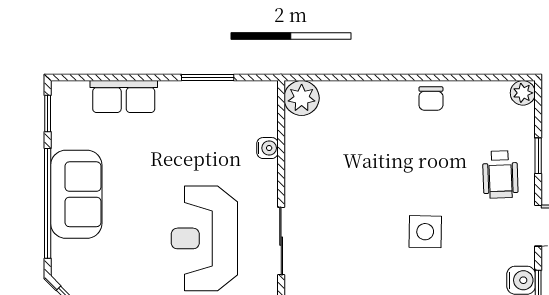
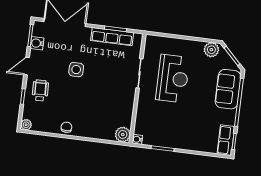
row of seats: (124, 97) -> (226, 140), moved, turned -90
water cooler: (267, 148) -> (137, 139), moved
sofa: (76, 194) -> (228, 89), moved

